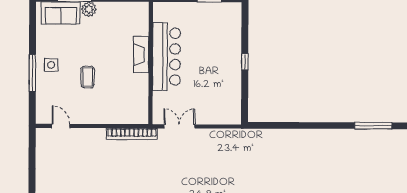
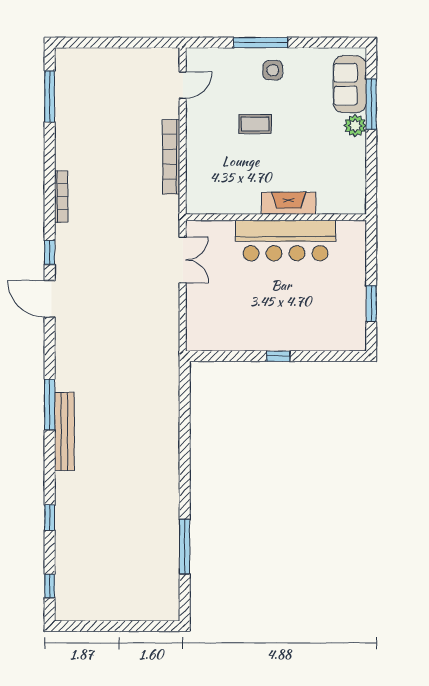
bookcase: (132, 134) -> (171, 157), moved

